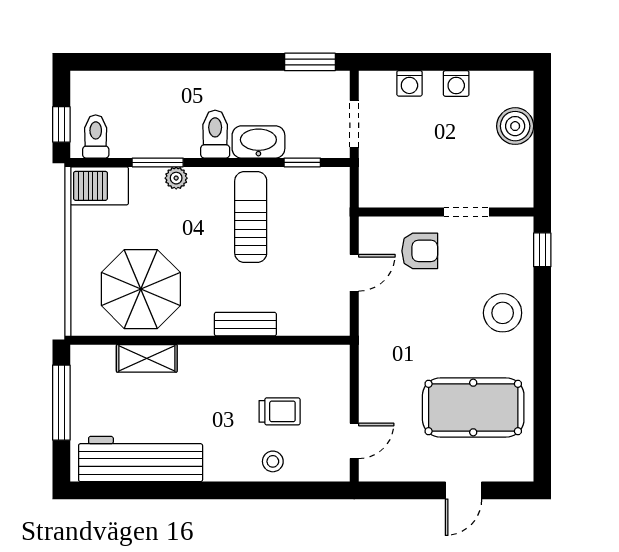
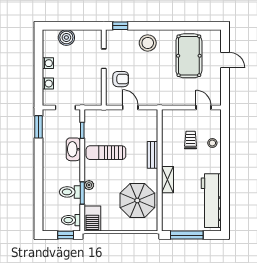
toilet: (215, 134) -> (70, 192), moved
armchair: (420, 251) -> (121, 79), turned 90
shelving: (147, 358) -> (167, 180), moved

